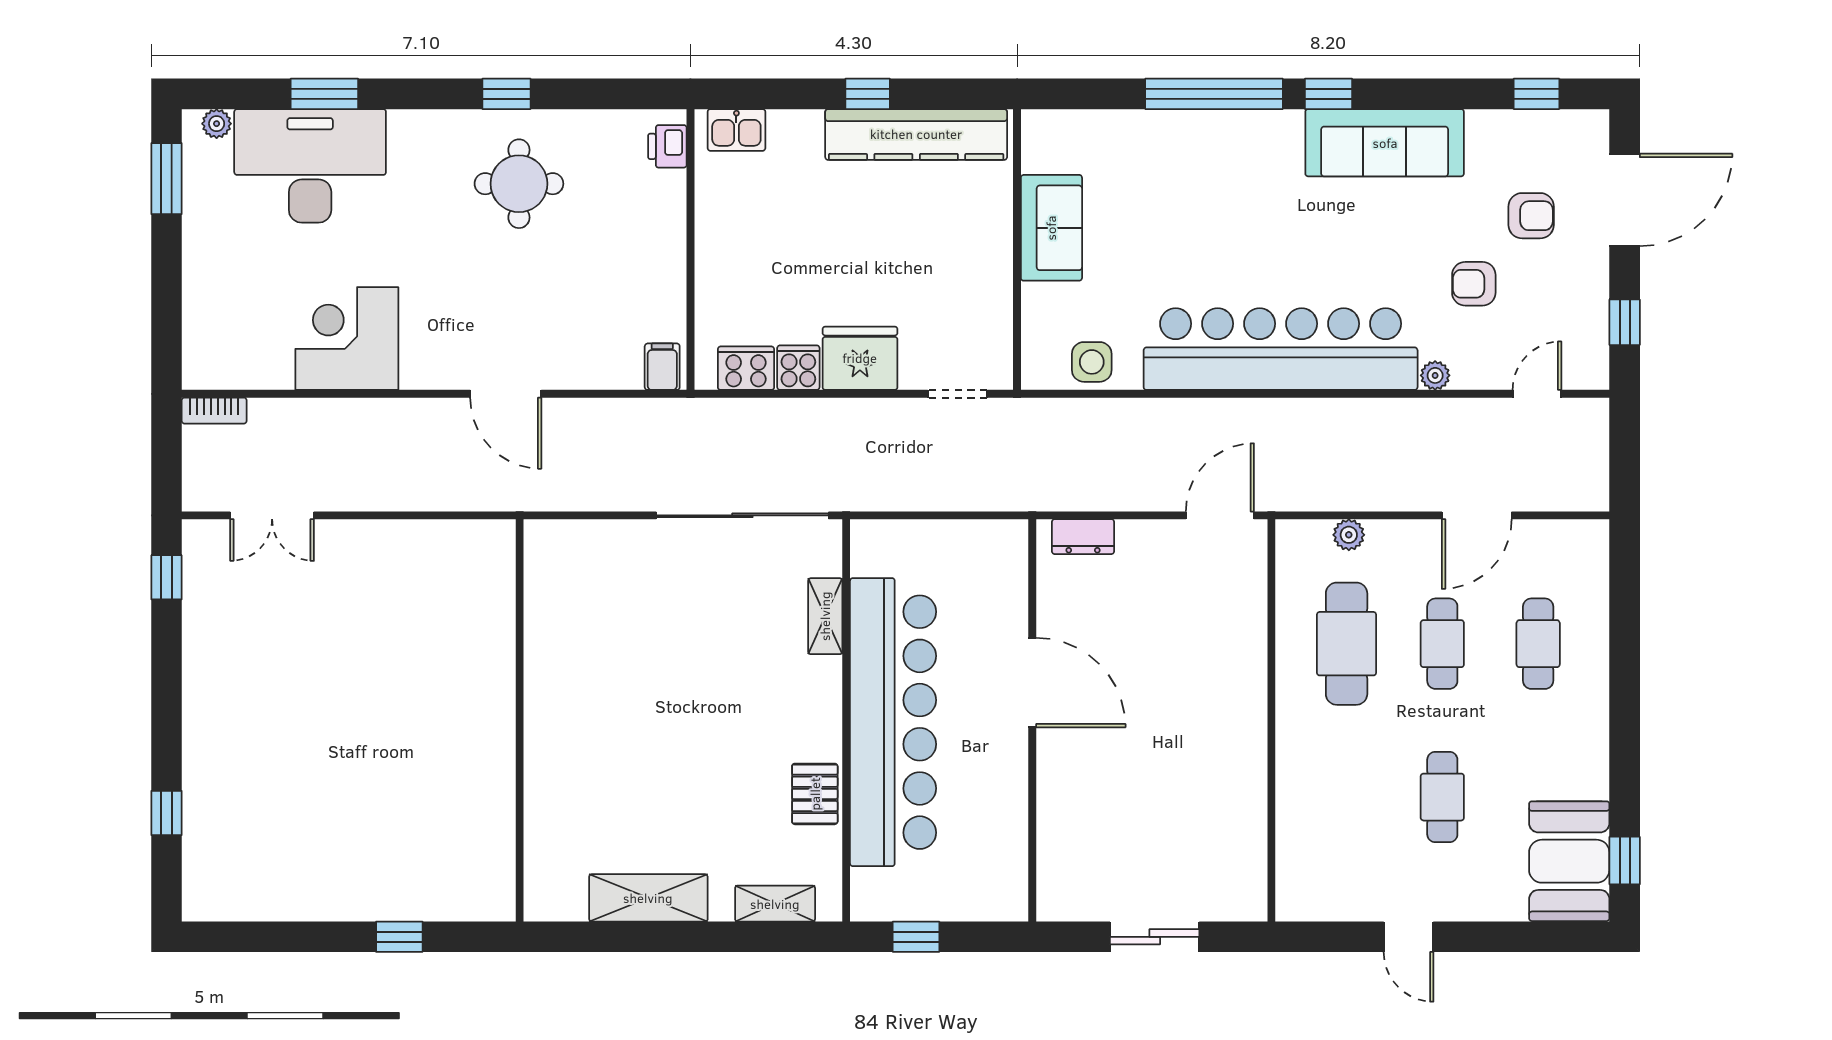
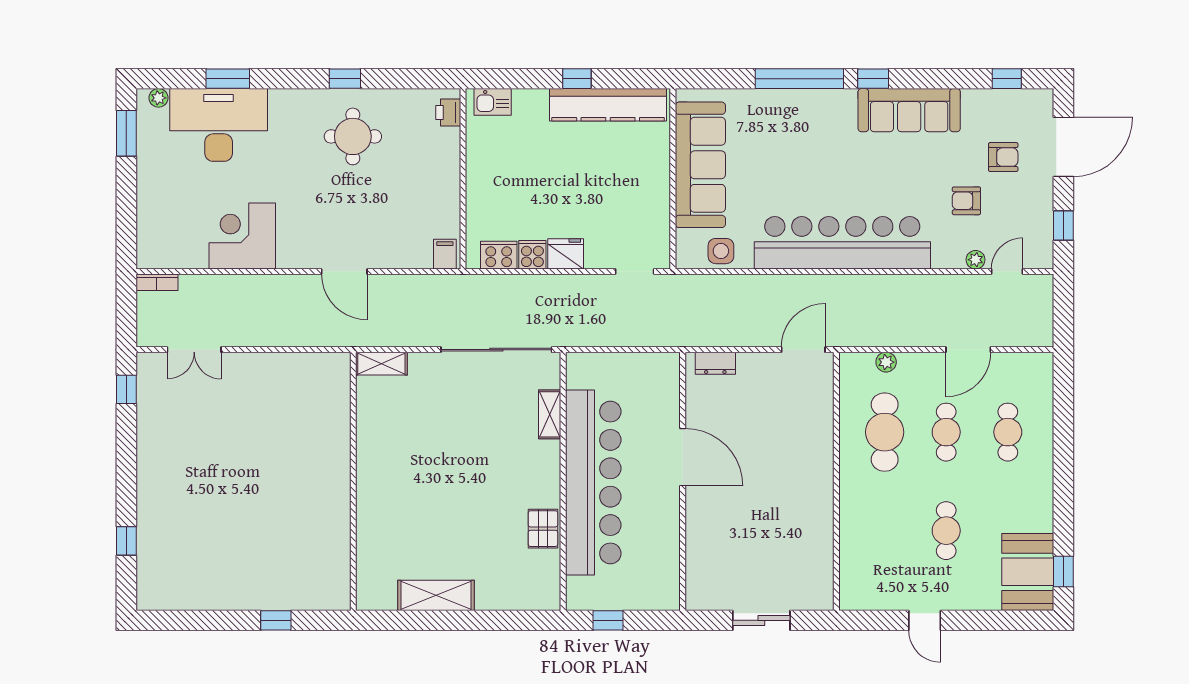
sofa: (1051, 228) -> (700, 165), width x1.85, depth x1.27
fridge: (860, 358) -> (566, 254), width x0.73, depth x0.75
plant: (1435, 375) -> (976, 260), moved
shelving: (775, 904) -> (381, 364), moved

